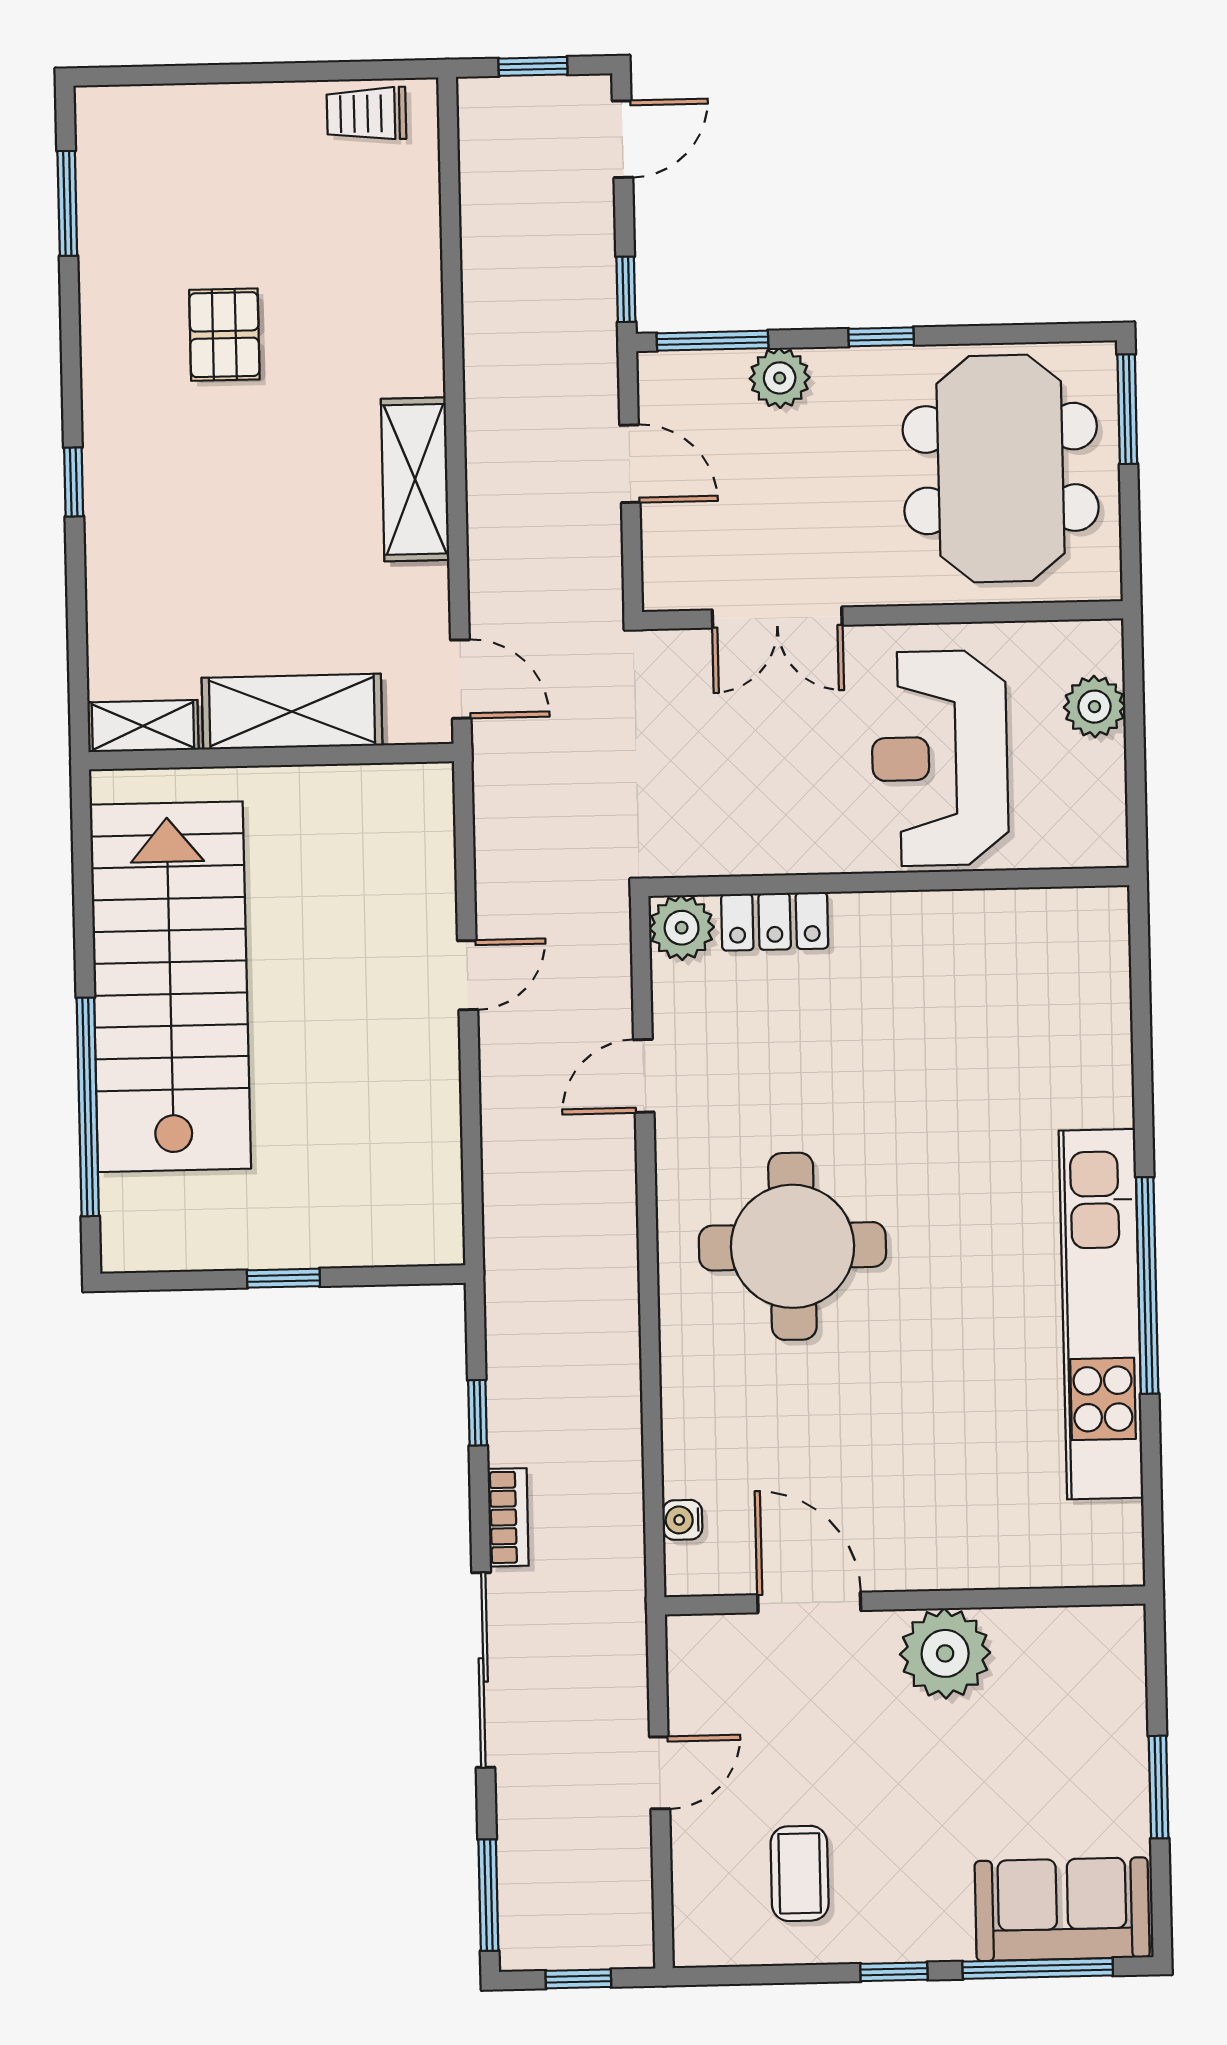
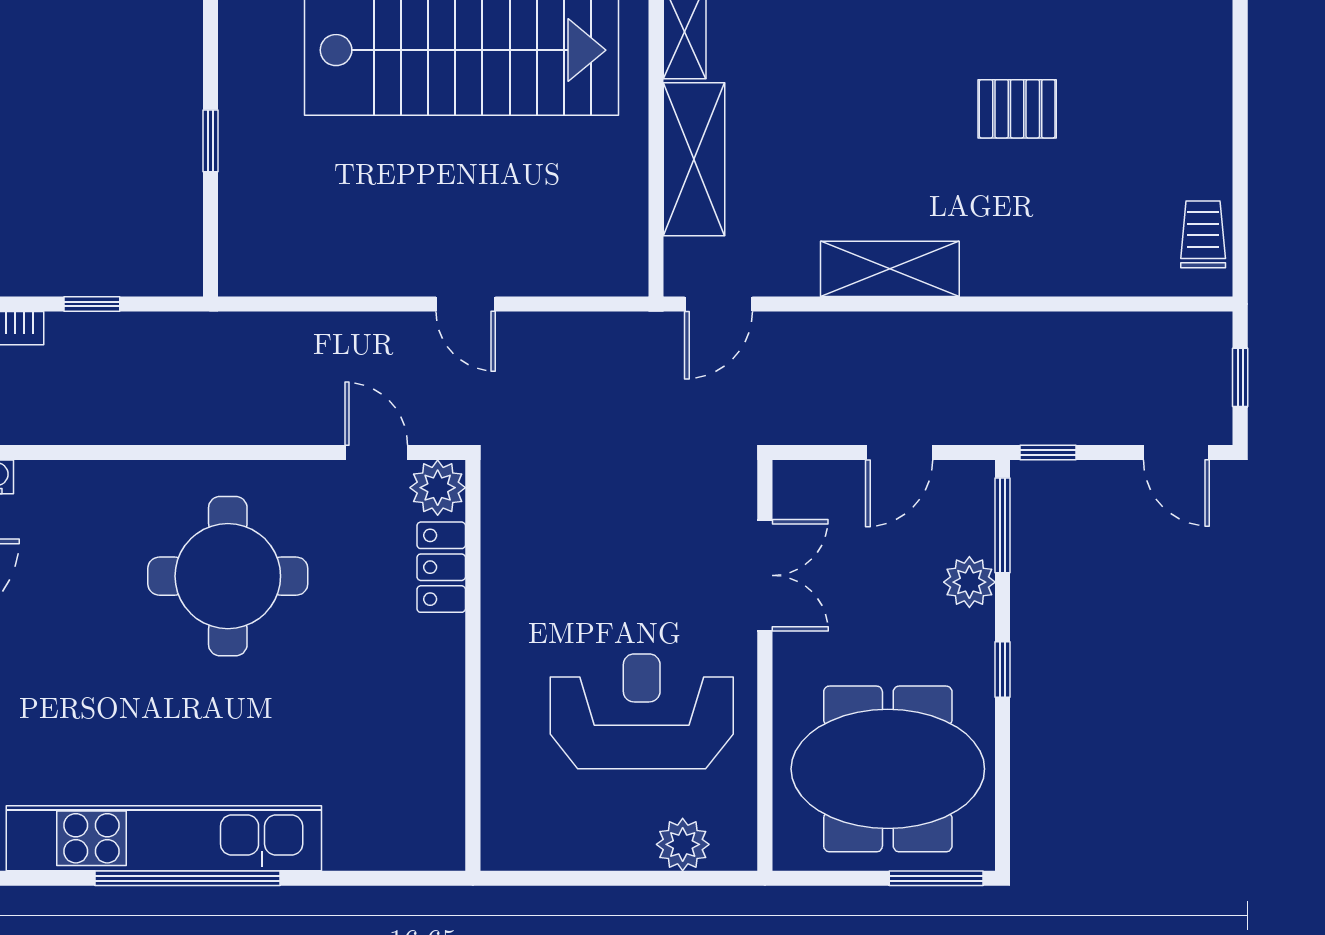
double door: (777, 618) -> (765, 575), swing flipped
wall: (889, 882) -> (473, 665), moved
locker: (775, 921) -> (441, 567), moved
plant: (682, 928) -> (438, 488), moved

